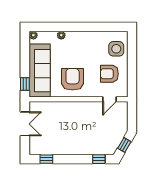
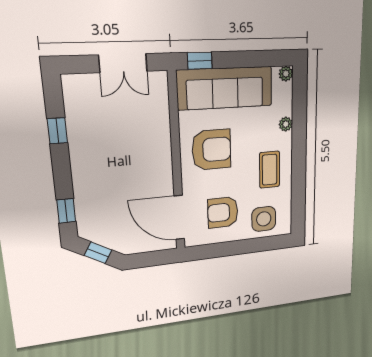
coffee table: (87, 45) -> (270, 170), added
armchair: (109, 74) -> (223, 212), turned -90
door: (109, 99) -> (179, 217), width x1.87
window: (46, 159) -> (57, 131), moved

